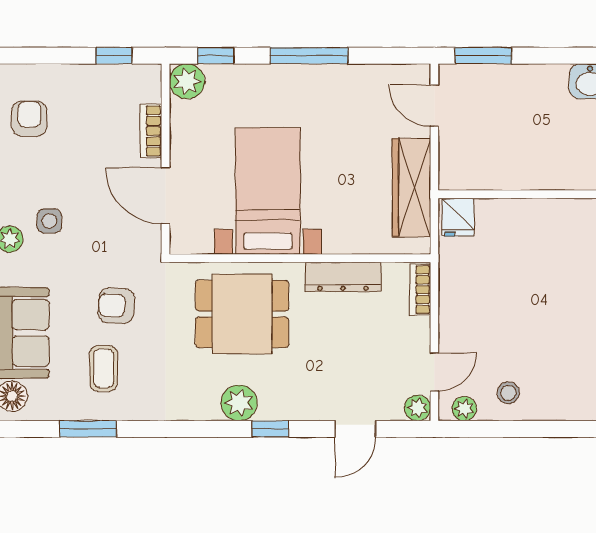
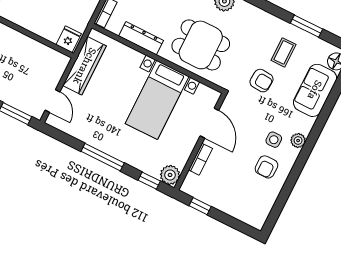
armchair: (29, 119) -> (266, 167), moved

